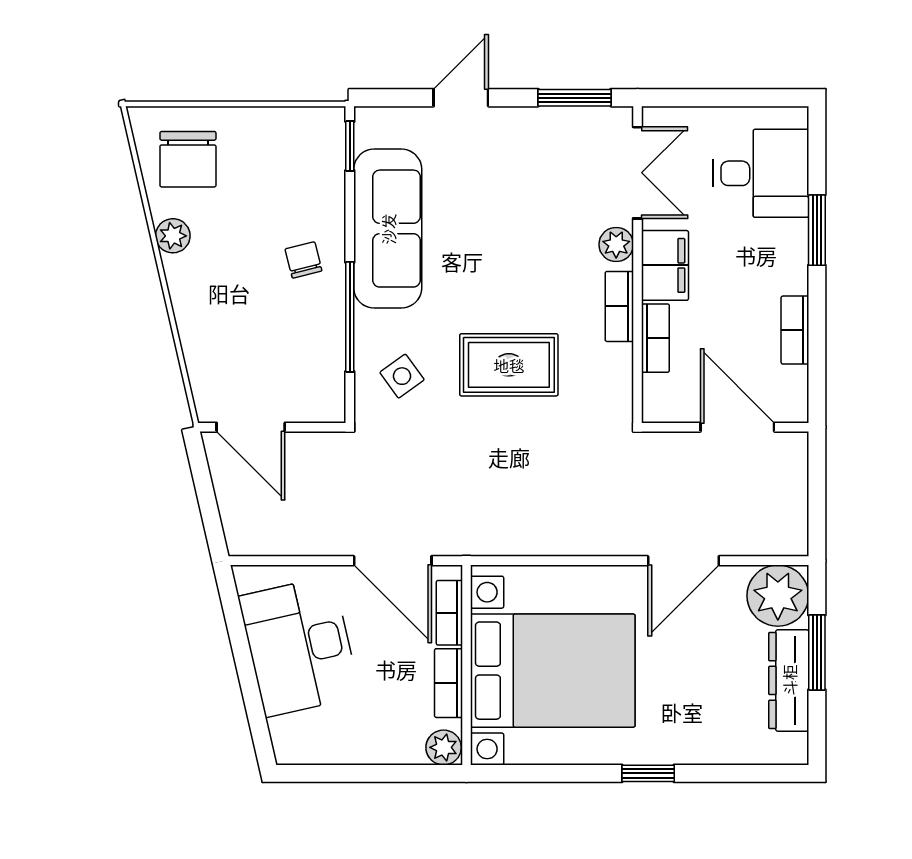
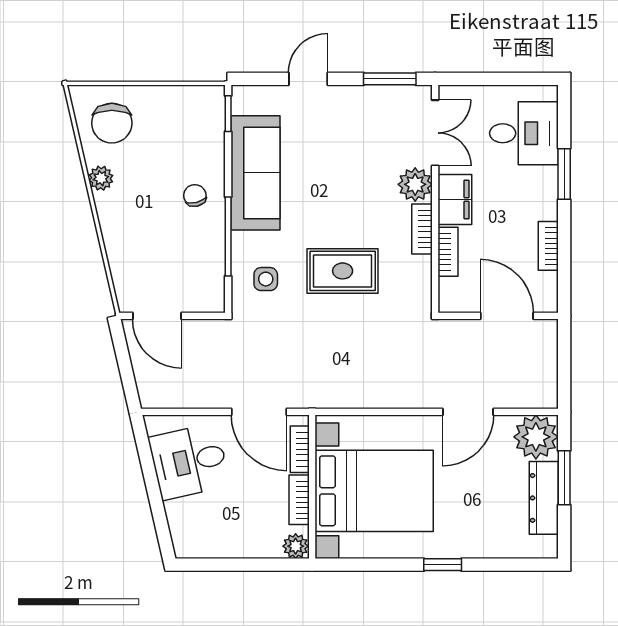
plant: (616, 244) -> (415, 184), width x1.38, depth x1.38
side table: (402, 376) -> (266, 279), turned 36
desk: (299, 646) -> (189, 461), width x0.73

